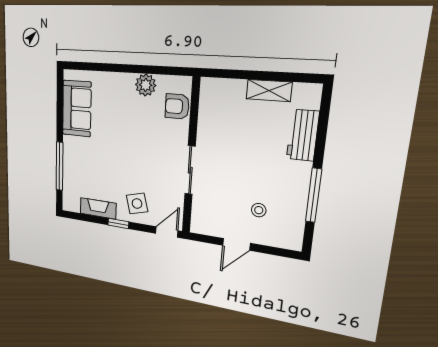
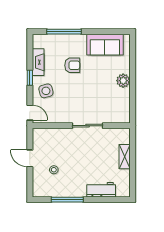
plant: (146, 85) -> (123, 81), moved
shelving: (269, 90) -> (125, 157), moved
armchair: (177, 106) -> (72, 65), moved, turned 90
sliding door: (190, 170) -> (87, 126), moved

